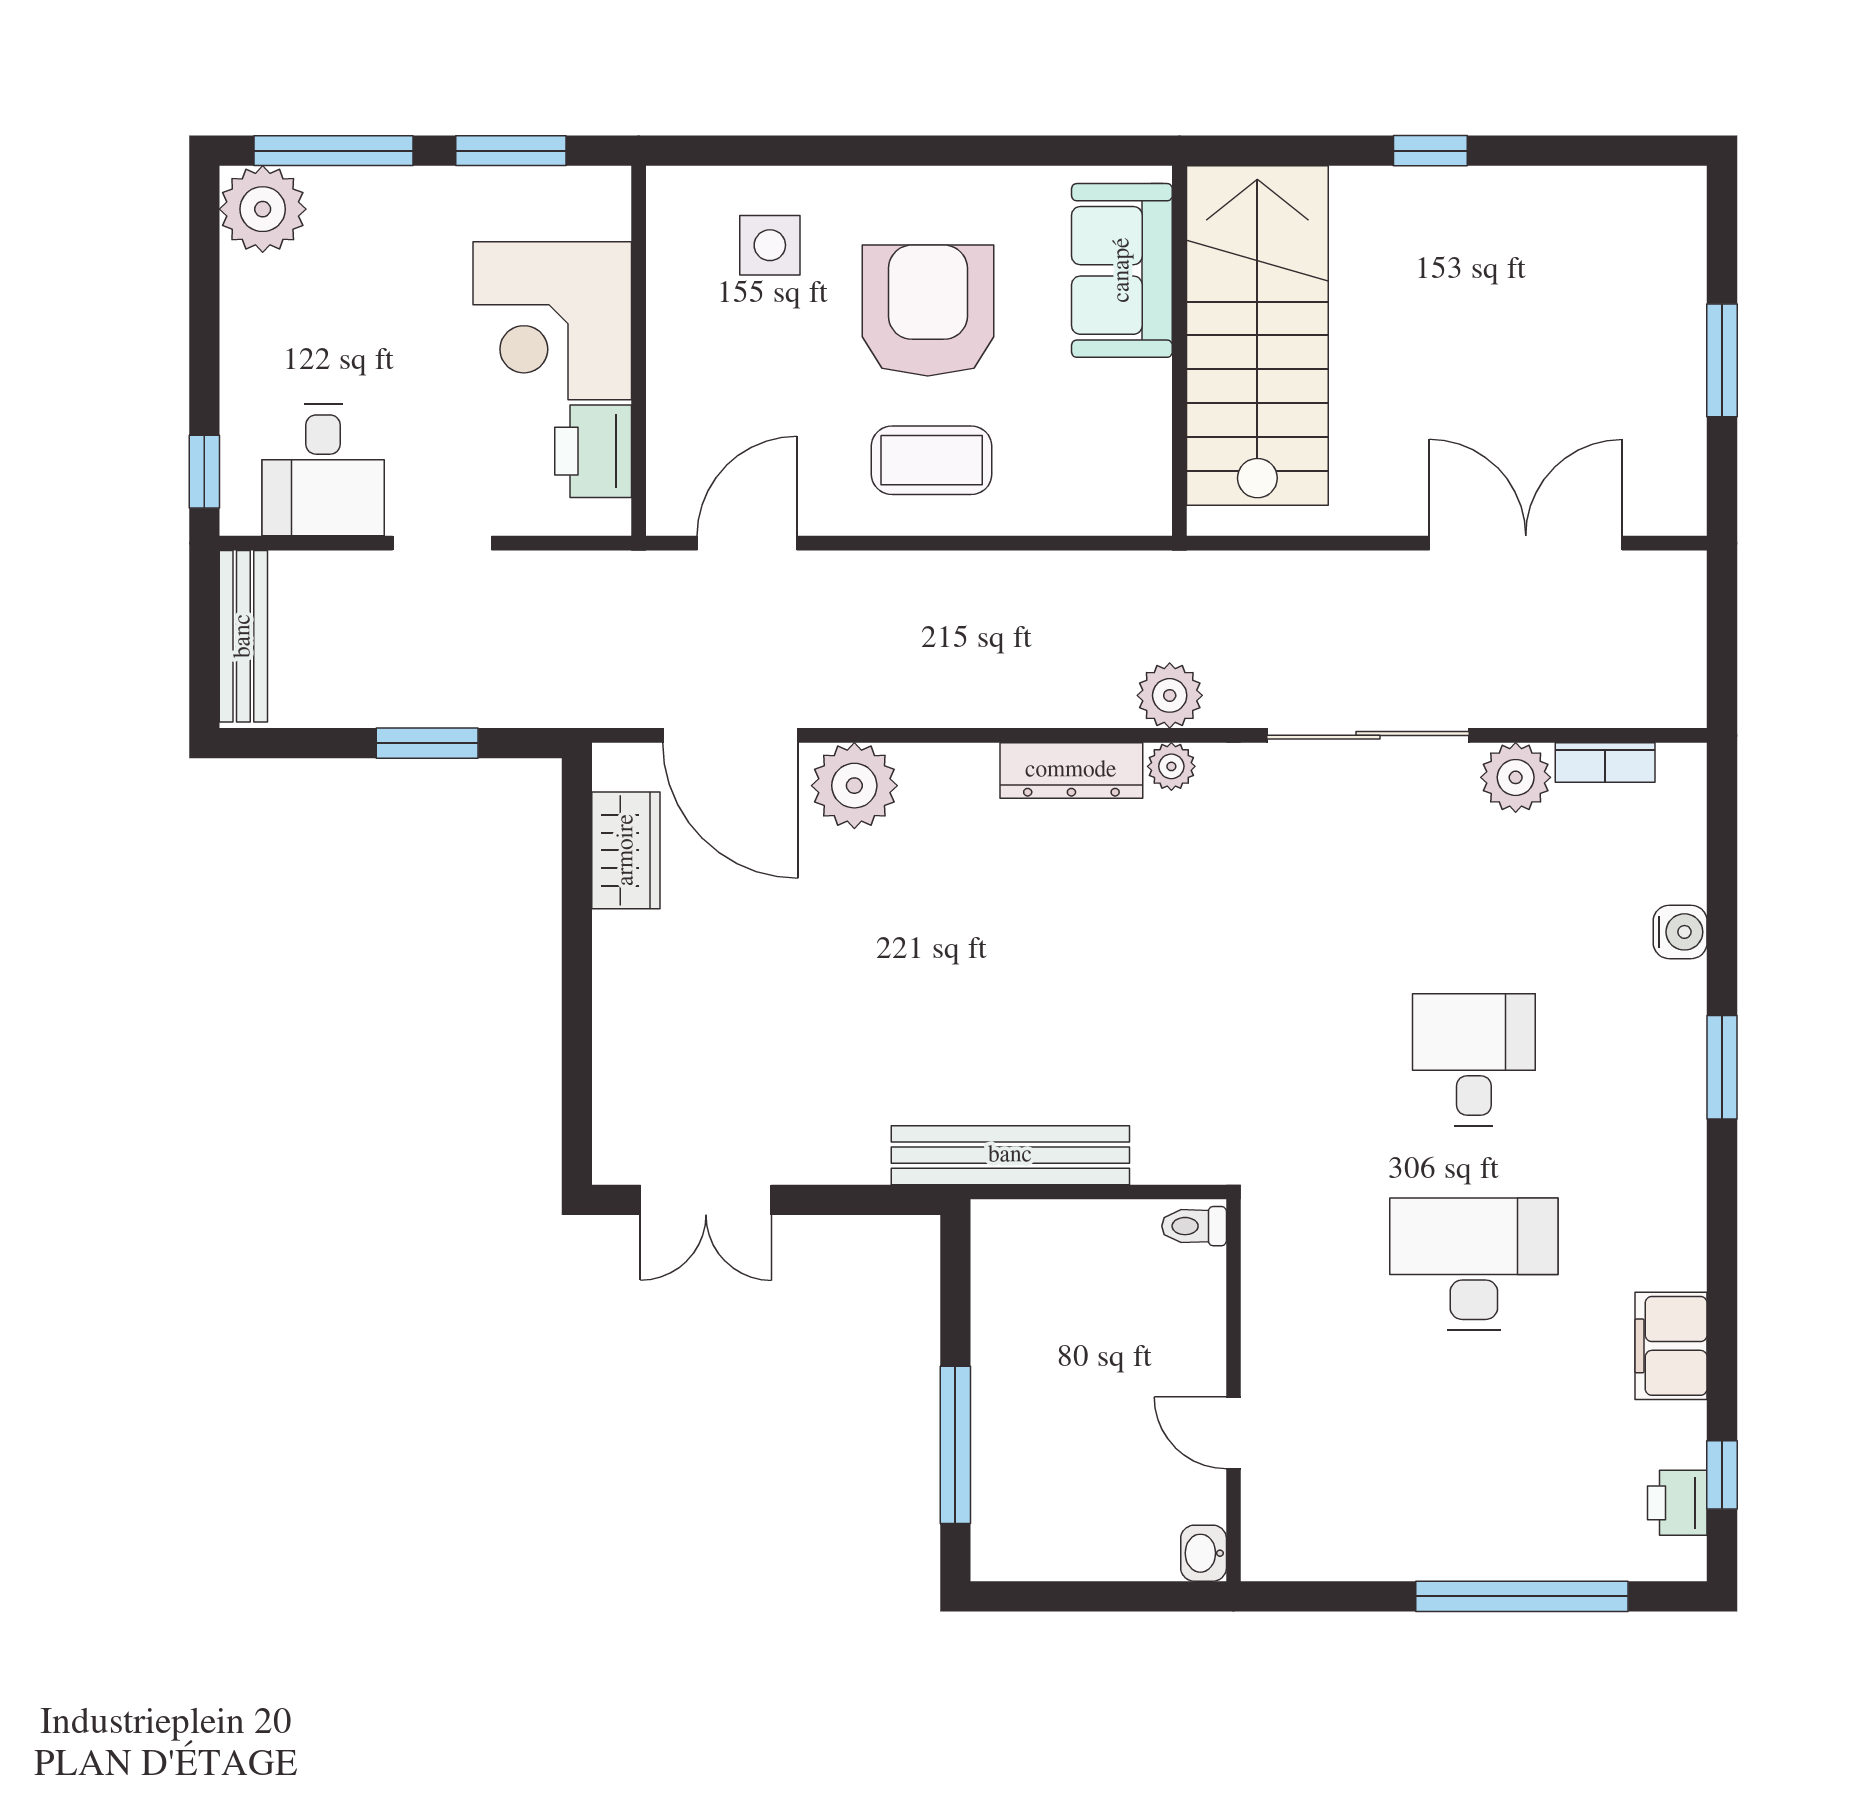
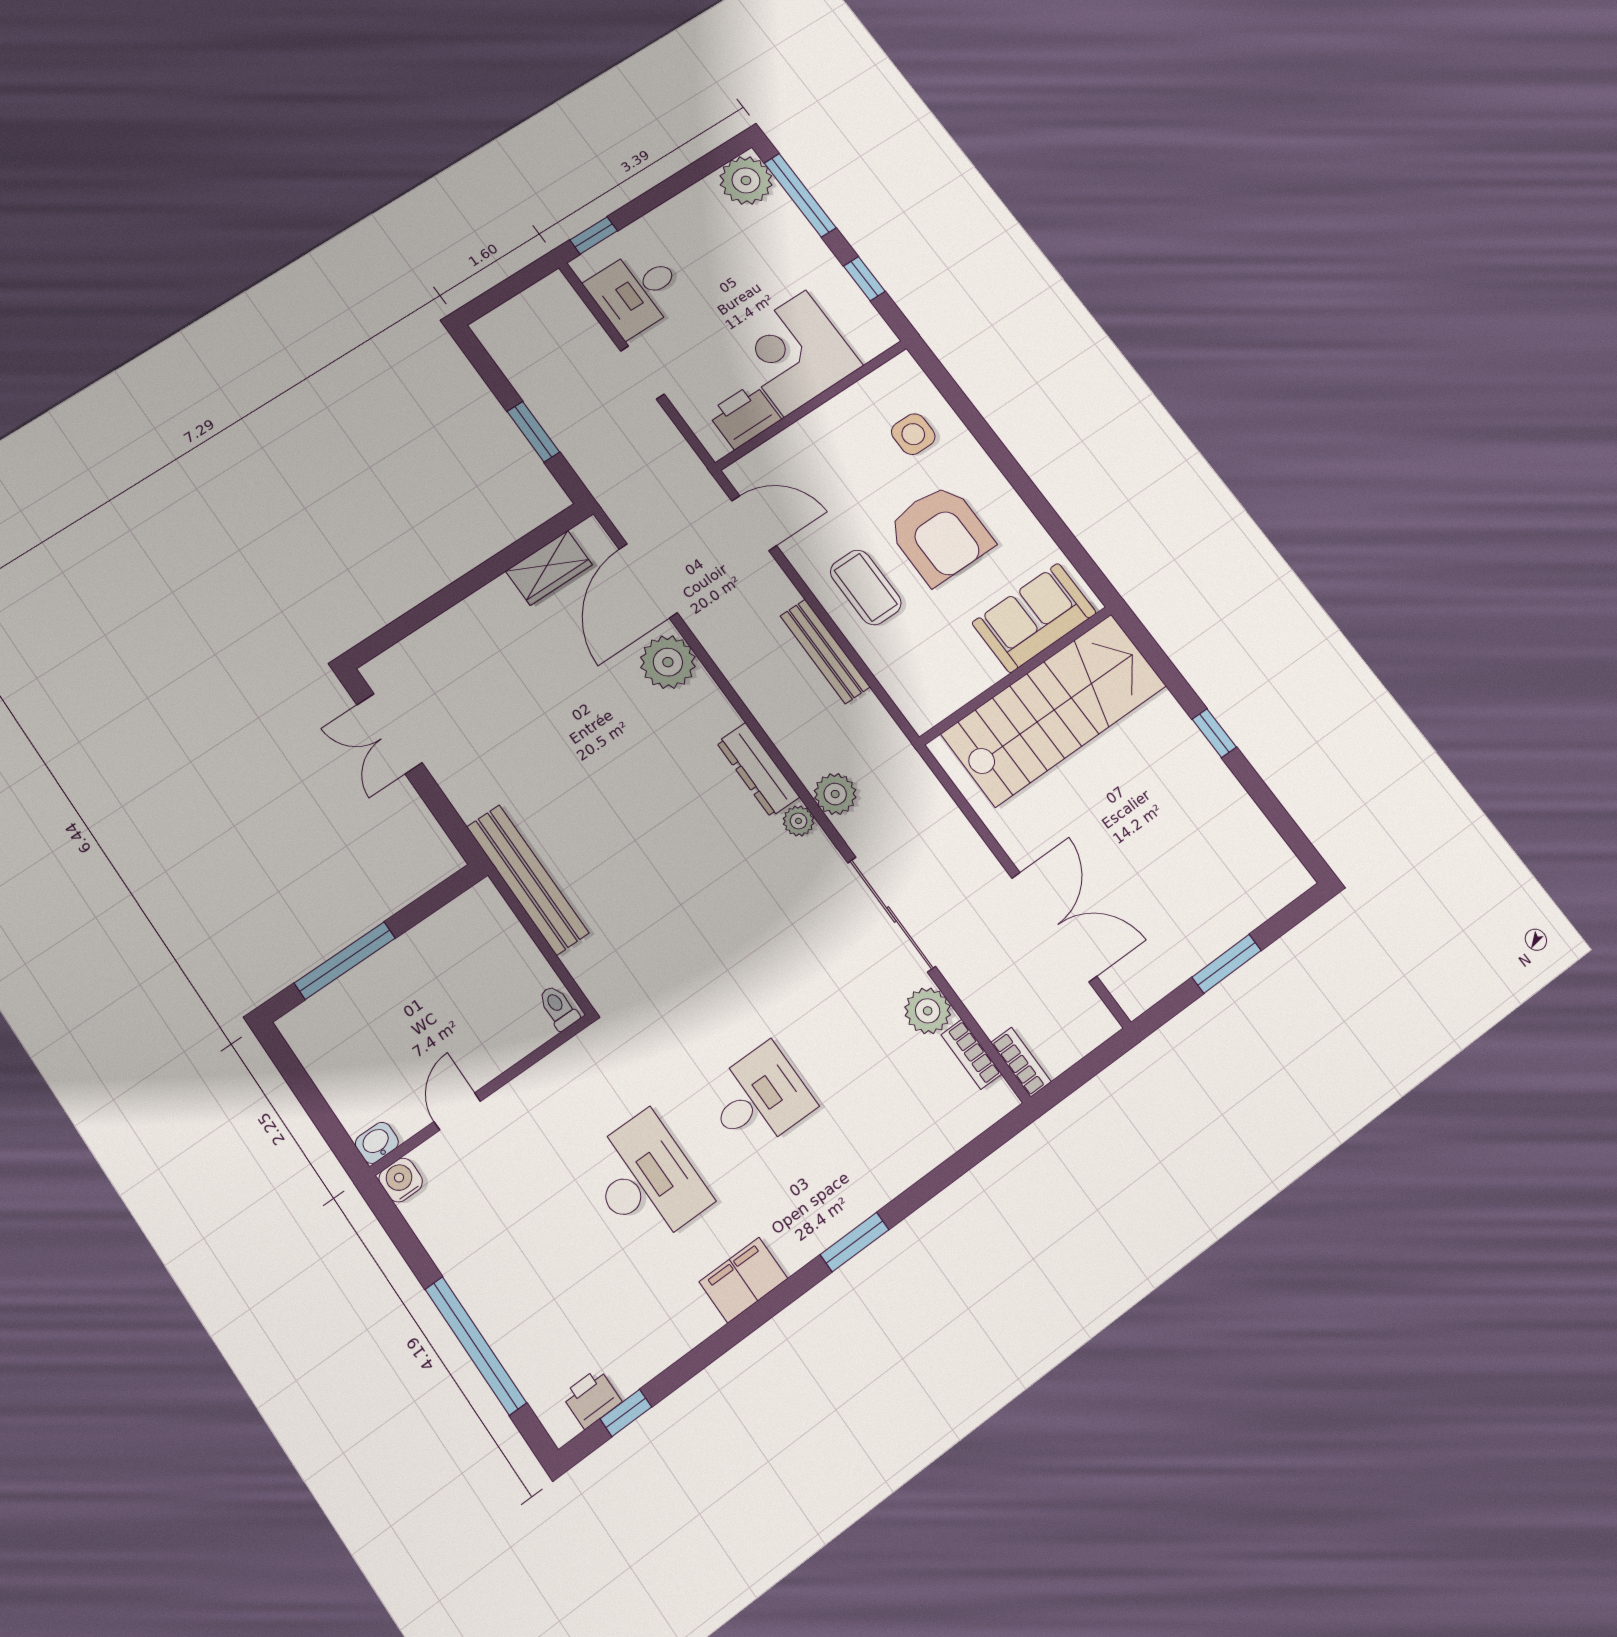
window: (511, 151) -> (864, 279), width x0.67
armchair: (928, 311) -> (940, 534), turned 90
bench: (243, 636) -> (825, 651), moved, turned 90
bookcase: (1657, 708) -> (1021, 1062), added
water cooler: (1680, 932) -> (401, 1180), moved, turned 180
filing cabinet: (1671, 1346) -> (743, 1280), moved

